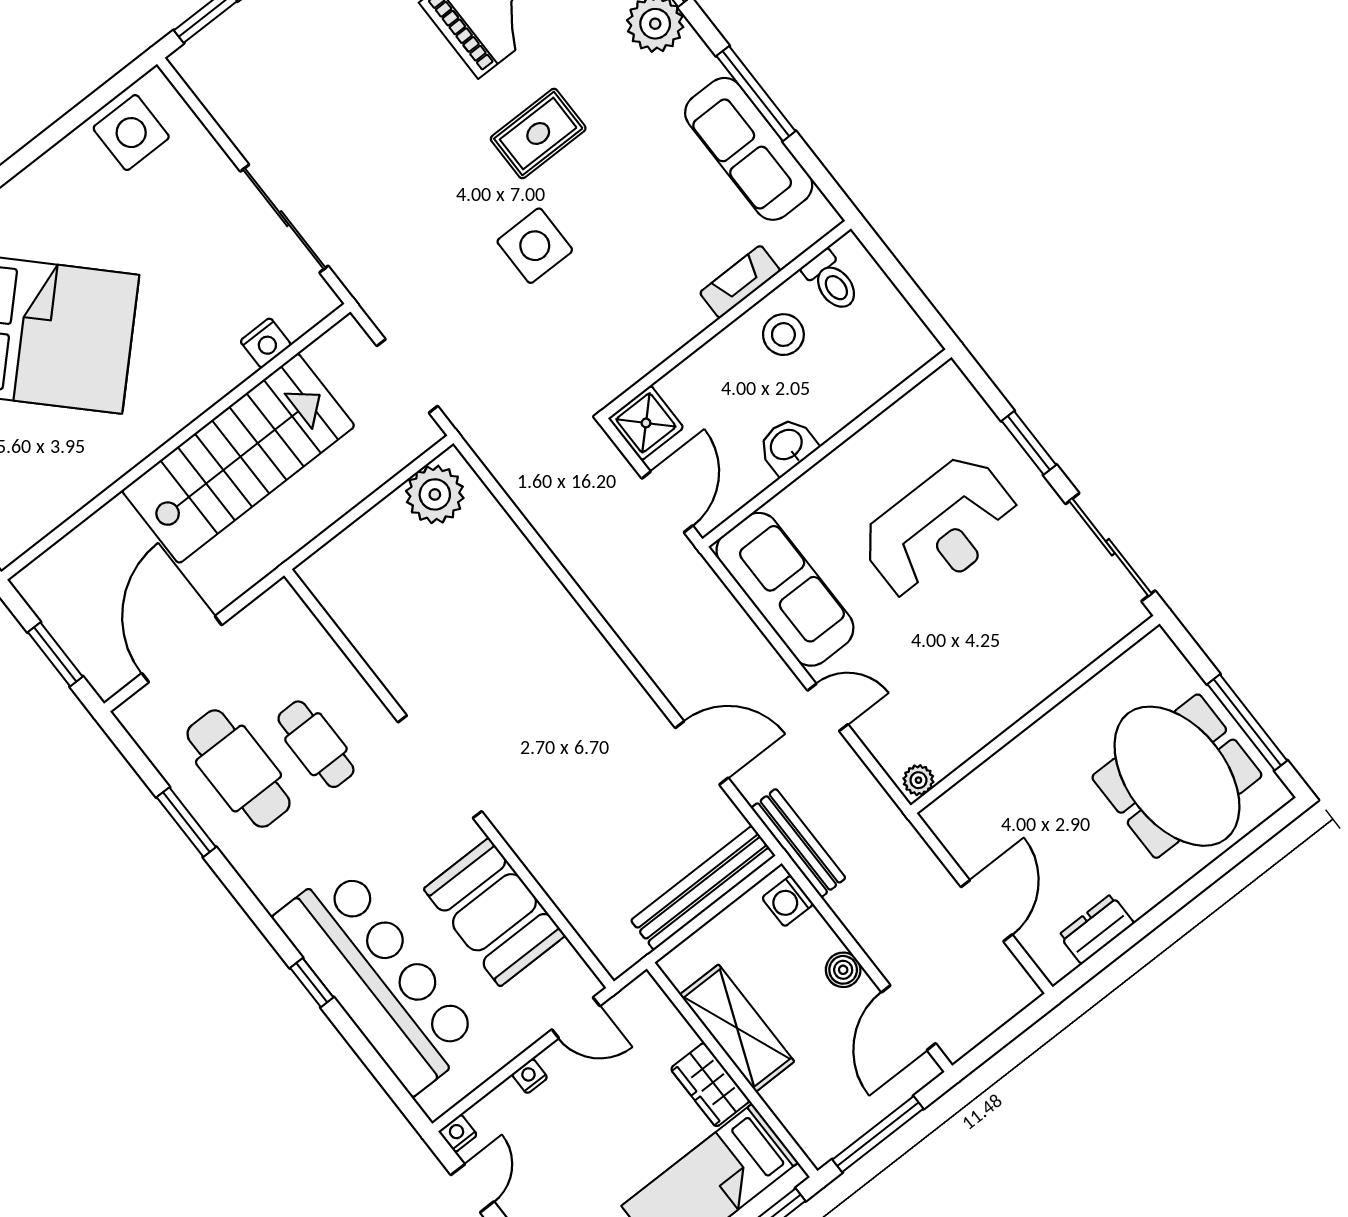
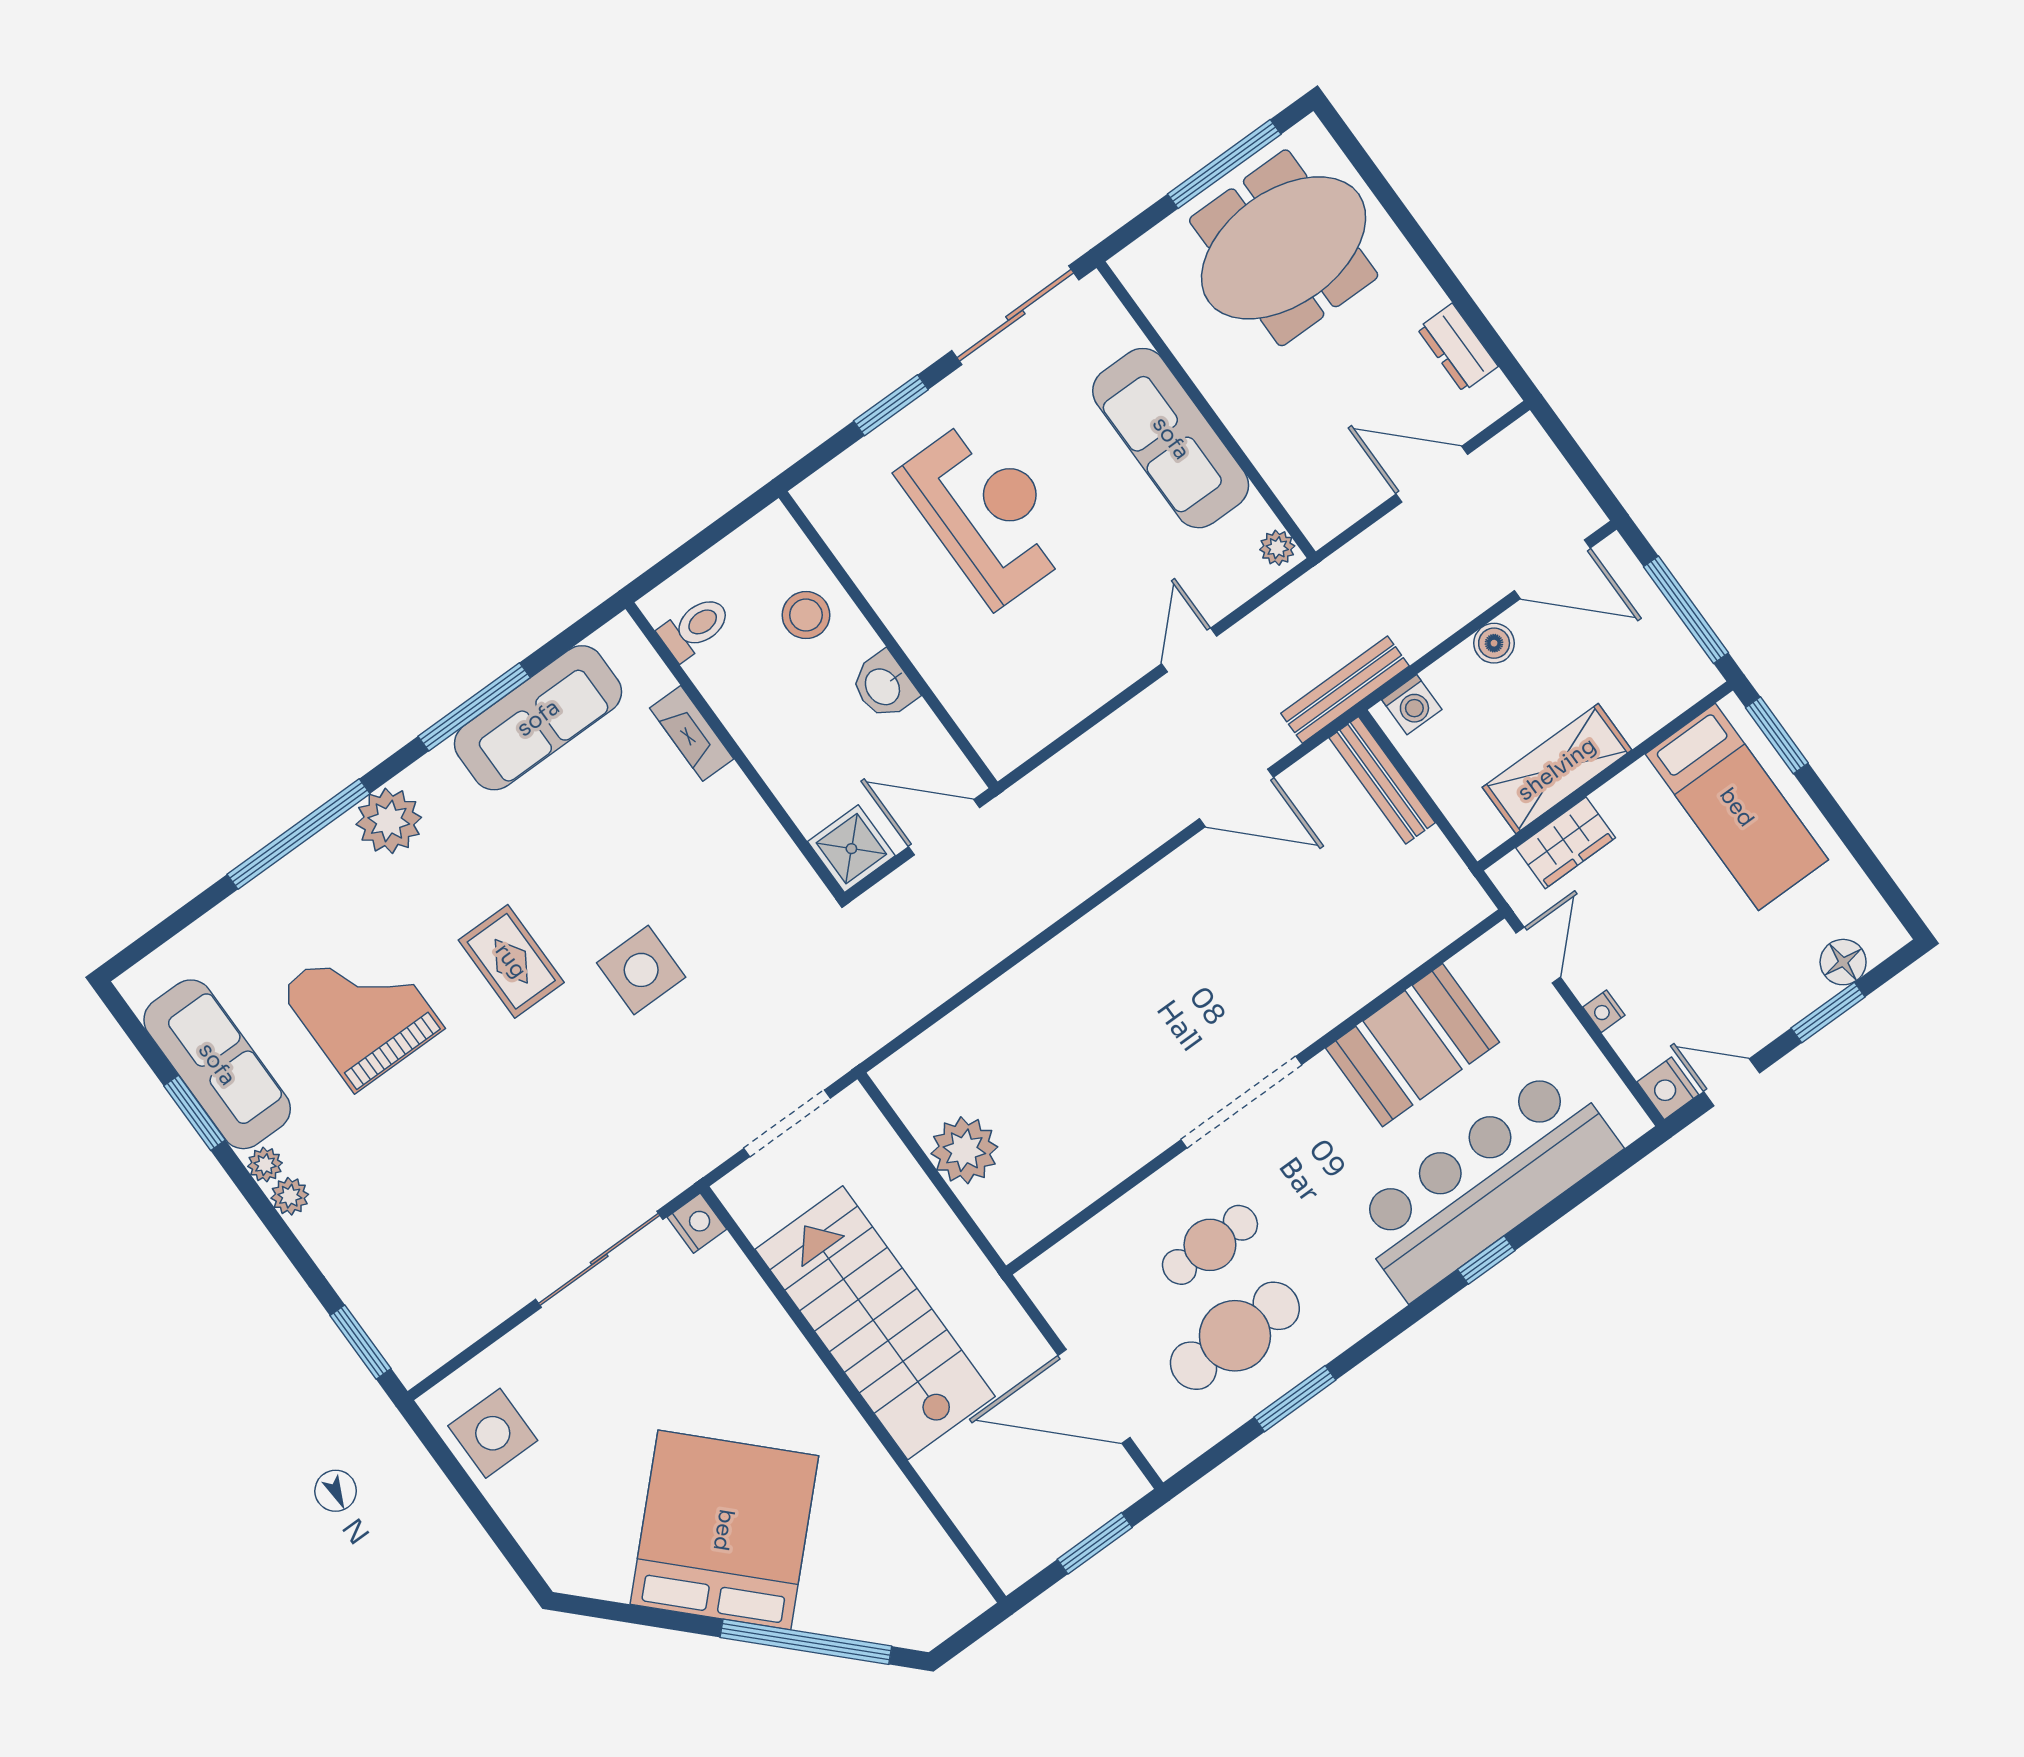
stool: (783, 335) -> (806, 615), moved
nightstand: (266, 343) -> (697, 1223), moved
plant: (435, 494) -> (964, 1150), moved
sofa: (785, 589) -> (1171, 438), moved, turned -90
door: (702, 753) -> (1237, 798), swing flipped
bench: (703, 888) -> (1382, 780), width x0.73, depth x0.82
wardrobe: (710, 1085) -> (1566, 843), moved
nightstand: (458, 1133) -> (1668, 1088), width x1.39, depth x1.35

